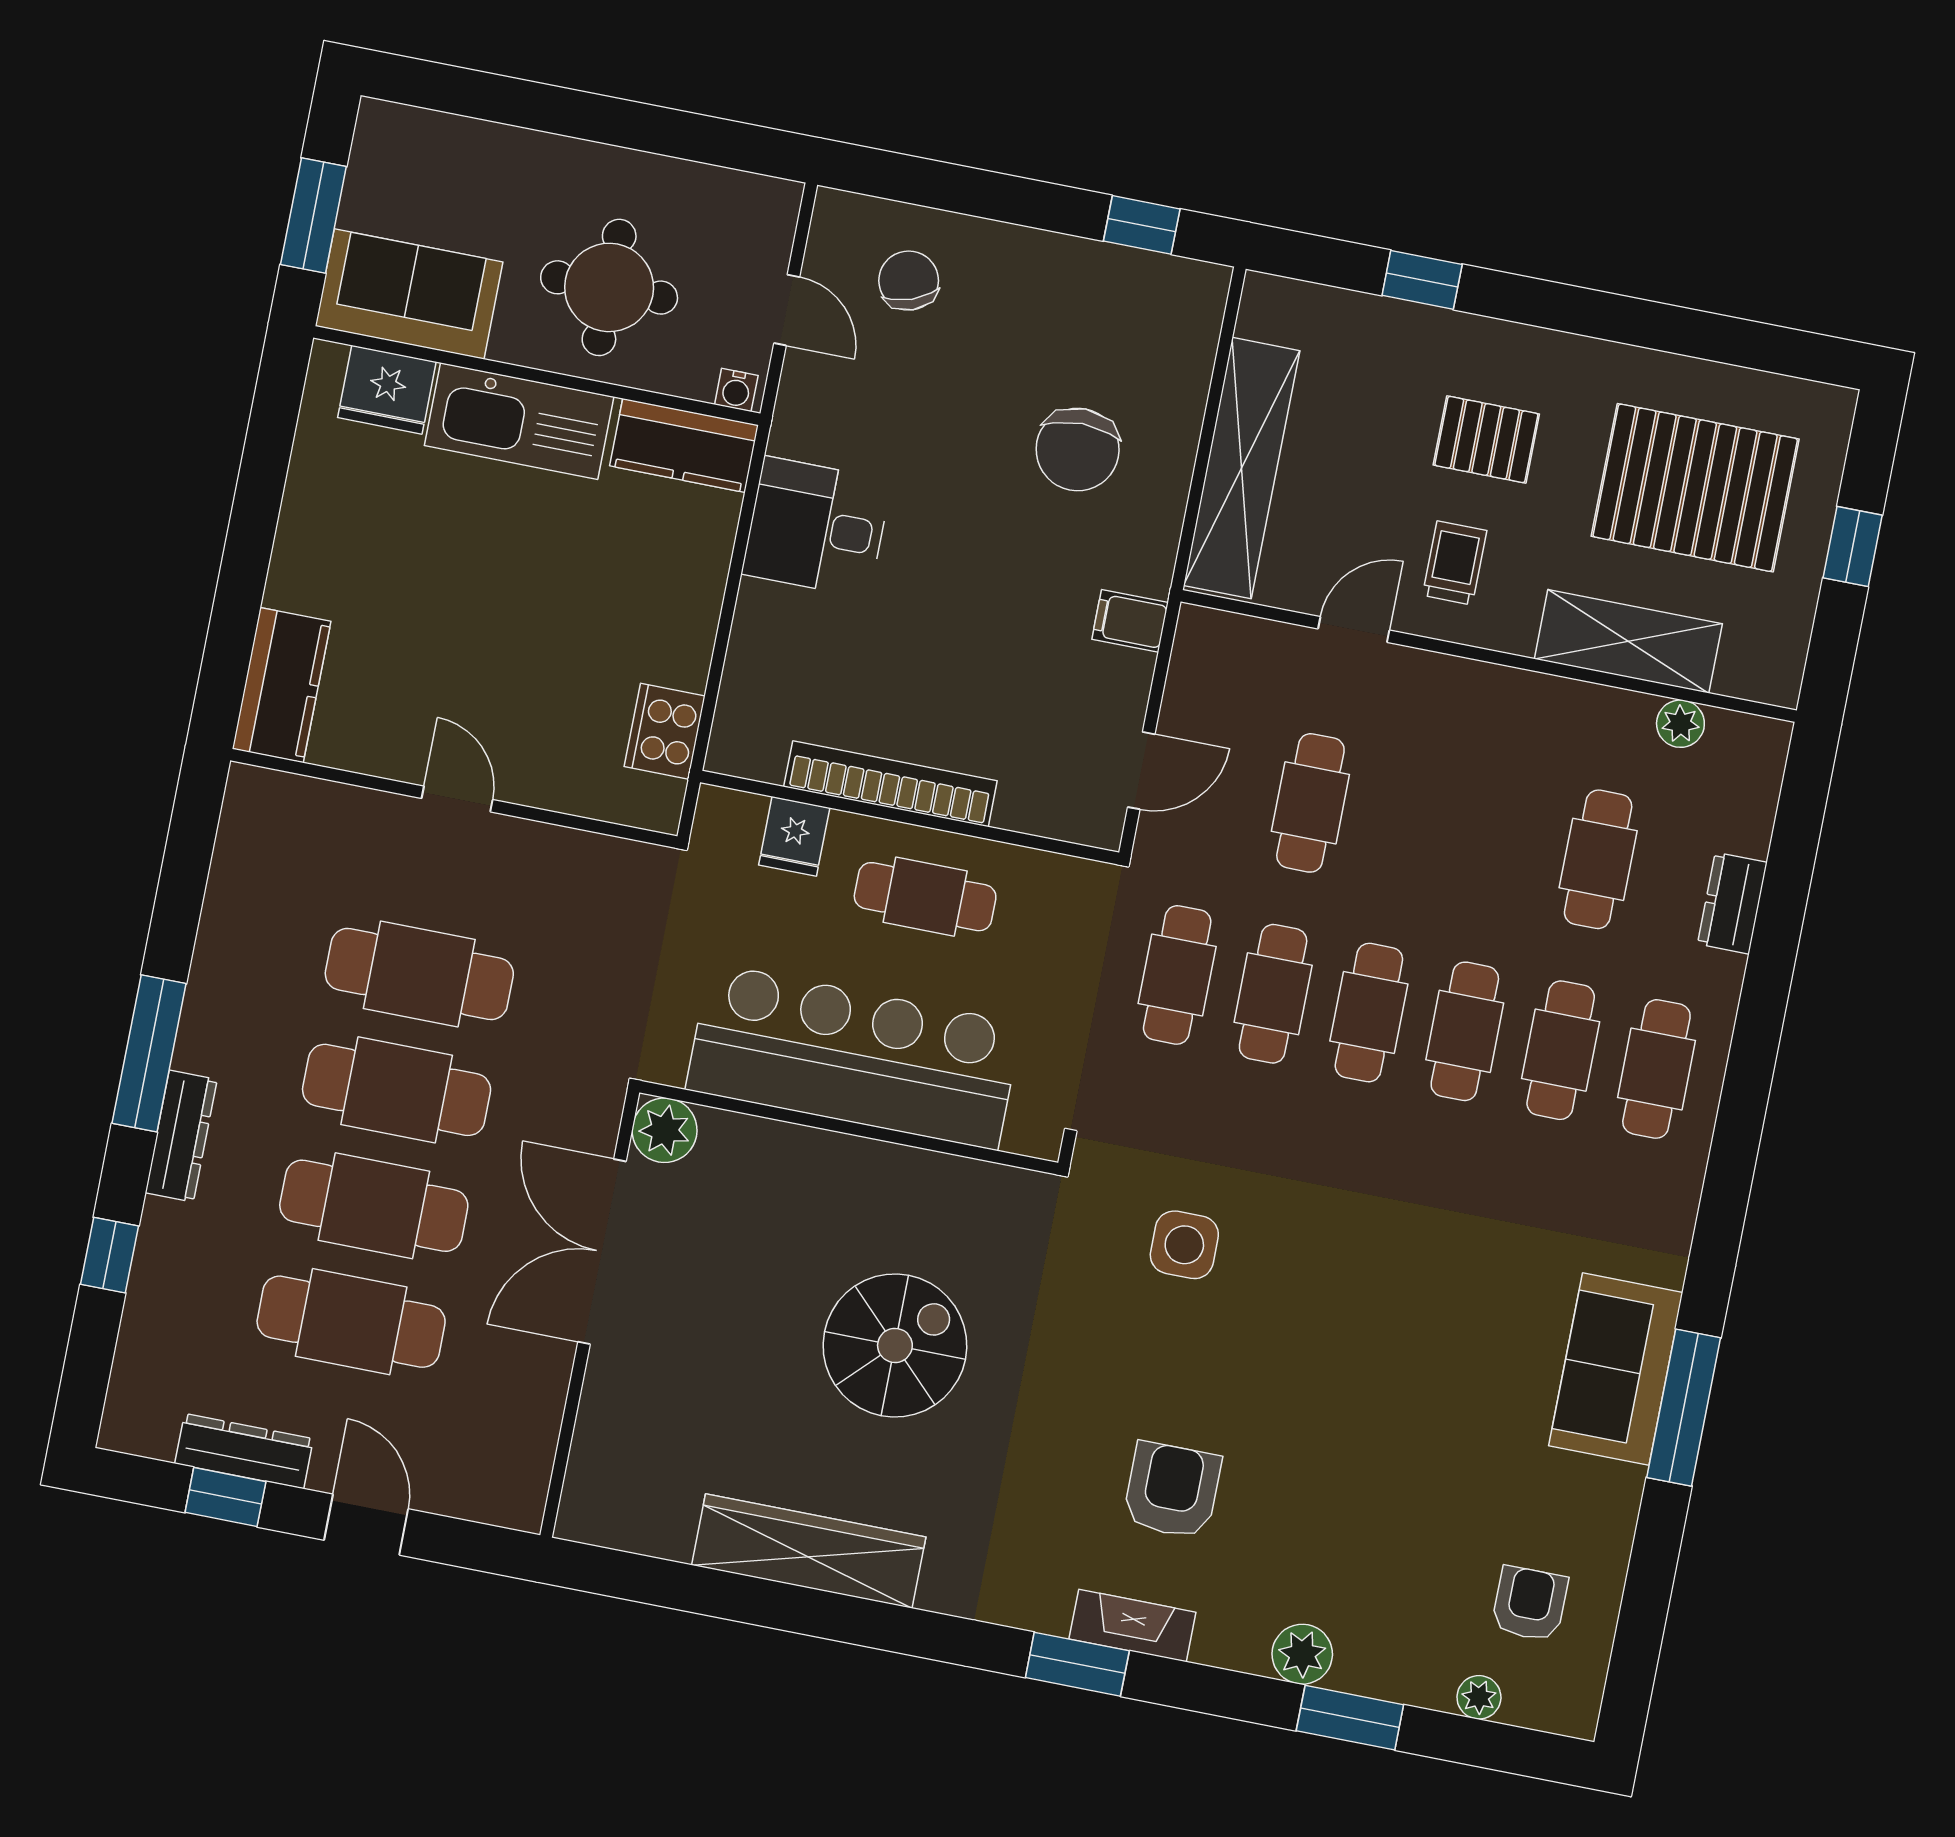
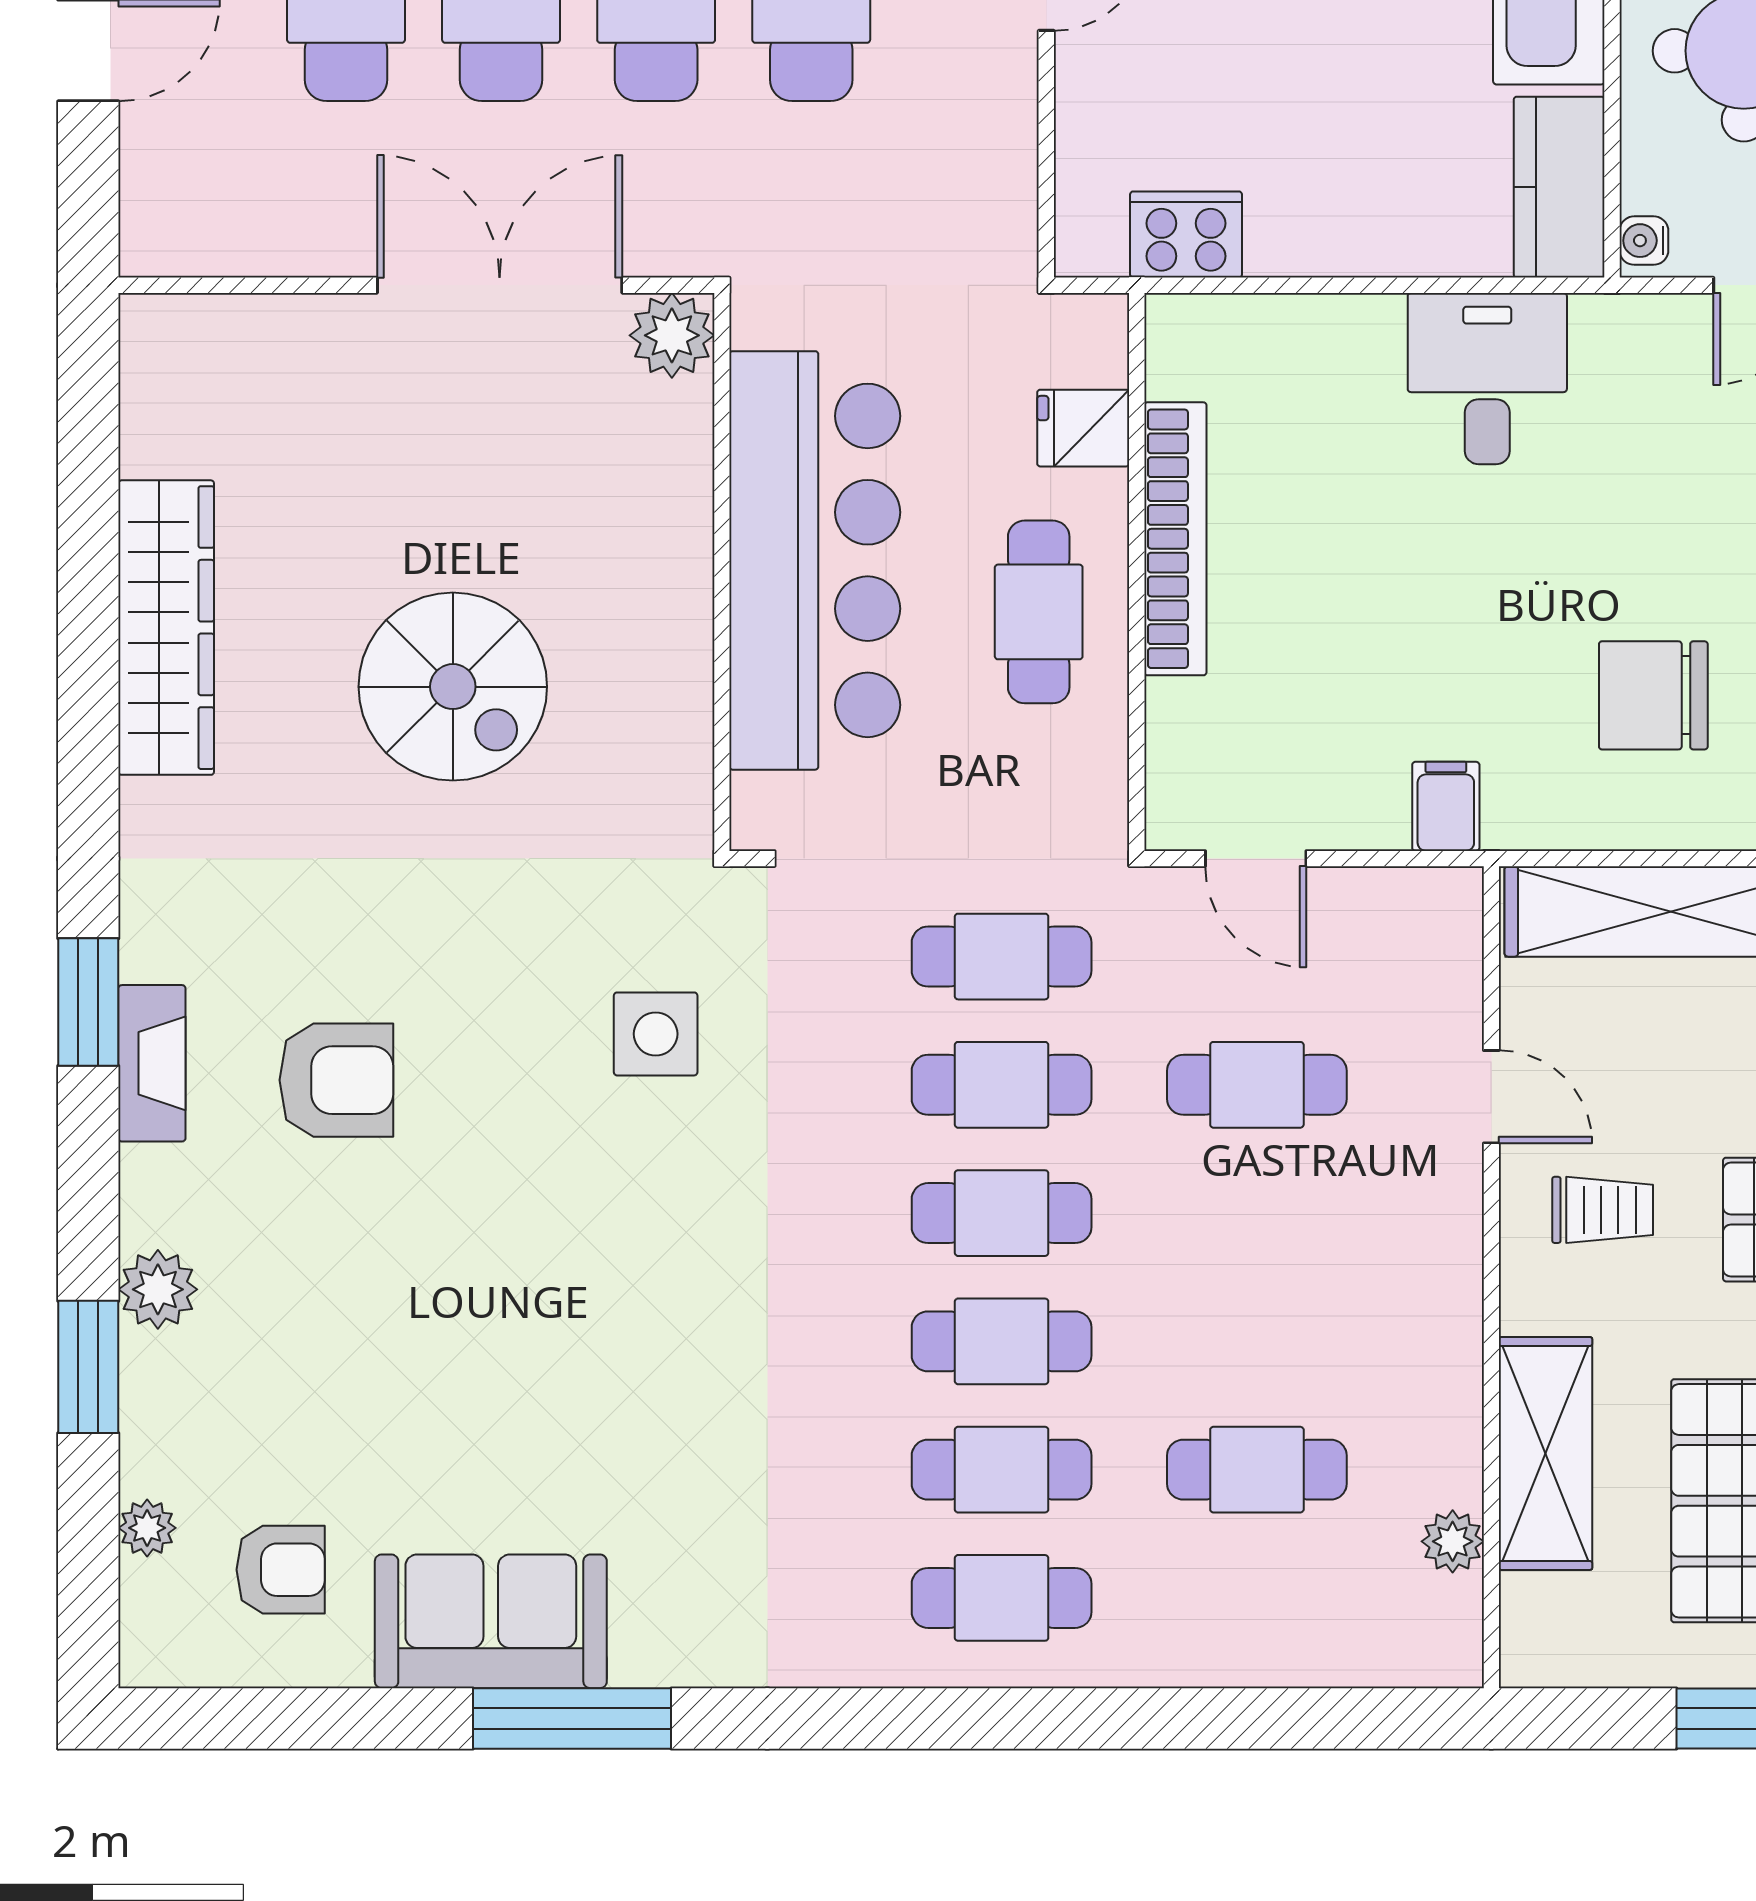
dresser: (1732, 903) -> (1234, 1654), removed
sofa: (1616, 1369) -> (491, 1621), moved

